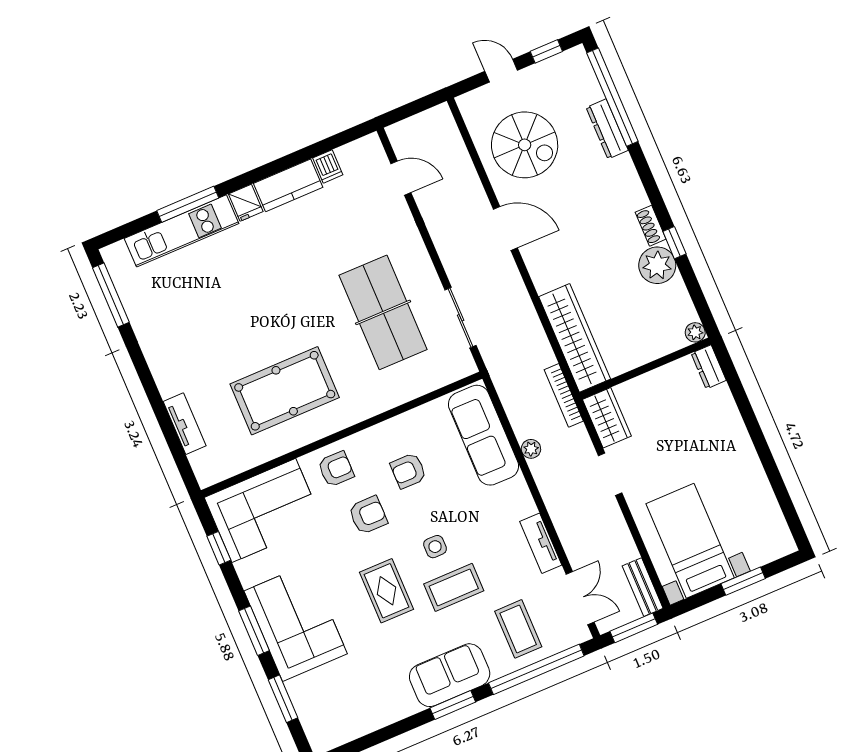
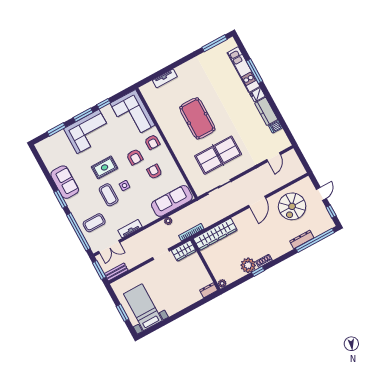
pool table: (285, 391) -> (197, 118), moved
bed with nightstands: (690, 541) -> (143, 307), moved, turned -90
window: (219, 548) -> (104, 104), moved
sofa: (450, 675) -> (65, 182), moved

